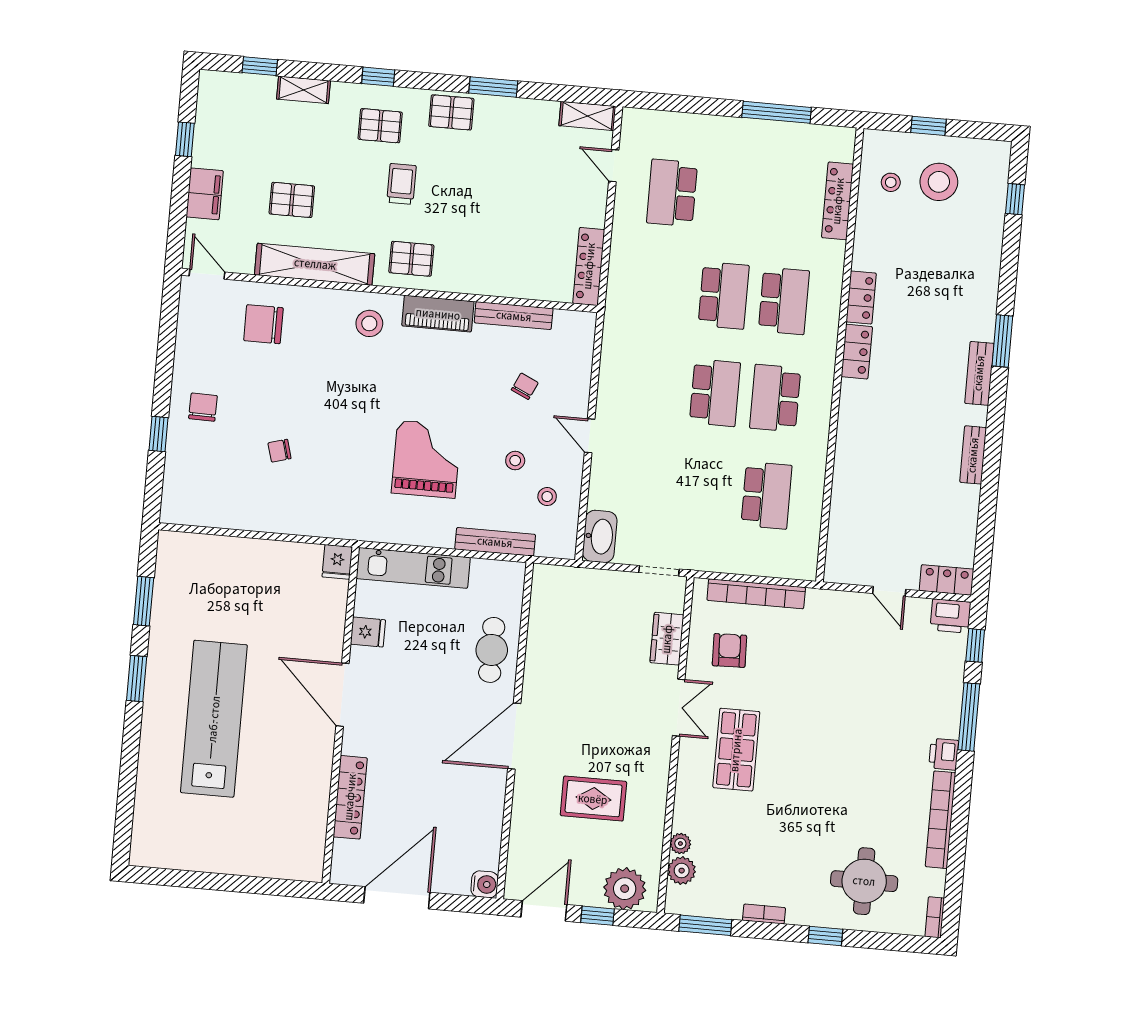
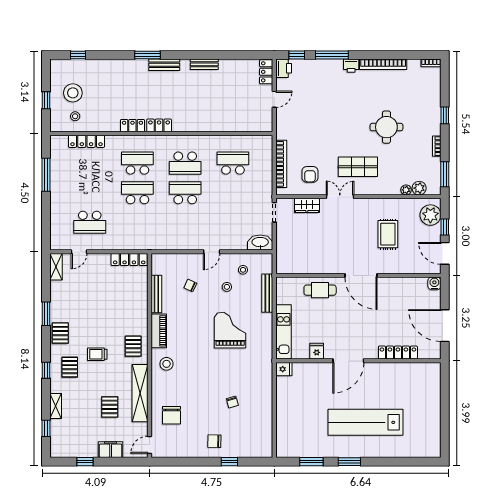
grand piano: (426, 459) -> (230, 330), turned 90
armchair: (729, 650) -> (310, 174), turned -88
round table: (864, 881) -> (386, 127), moved

